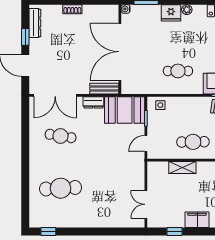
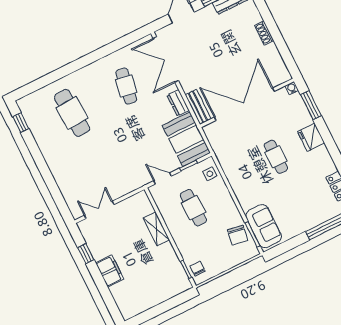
plant: (187, 10) -> (323, 152), removed
cafe table: (178, 71) -> (276, 157), moved
cafe table: (193, 142) -> (193, 208), moved

